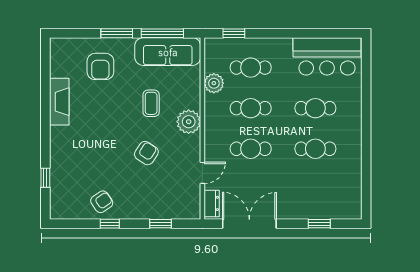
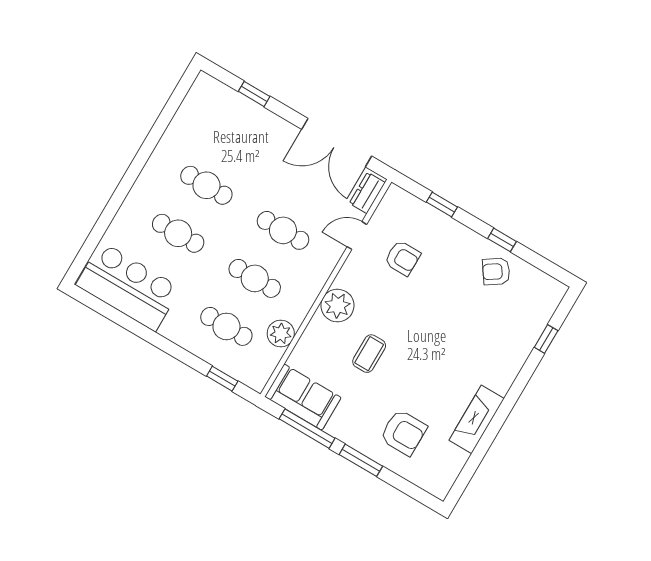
sofa: (168, 52) -> (303, 397), width x0.73
armchair: (100, 66) -> (403, 432), turned 90
armchair: (146, 153) -> (403, 258), moved, turned -123

